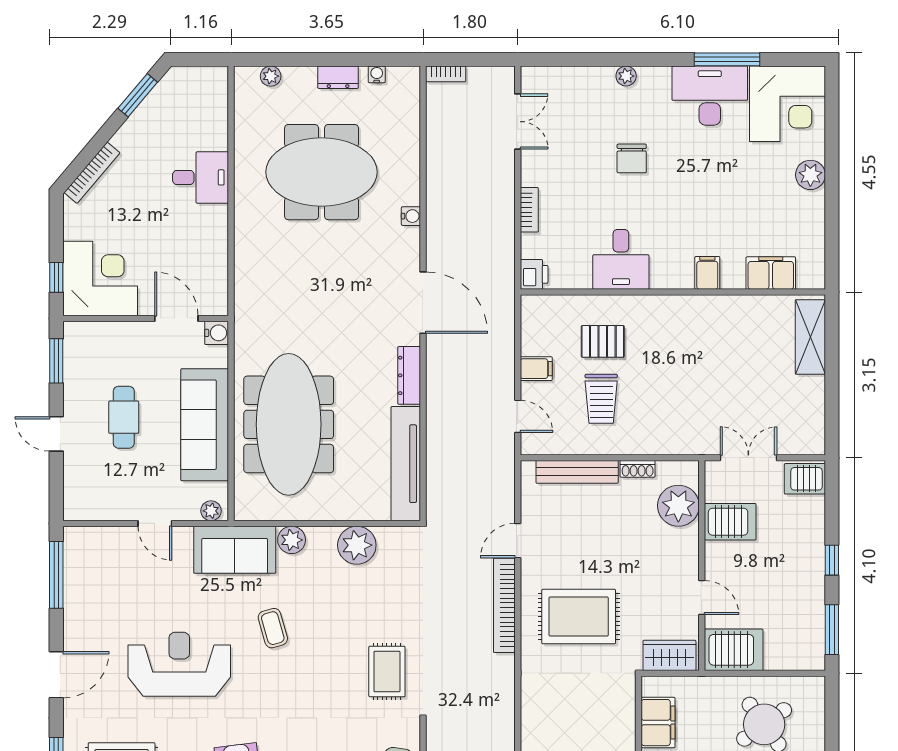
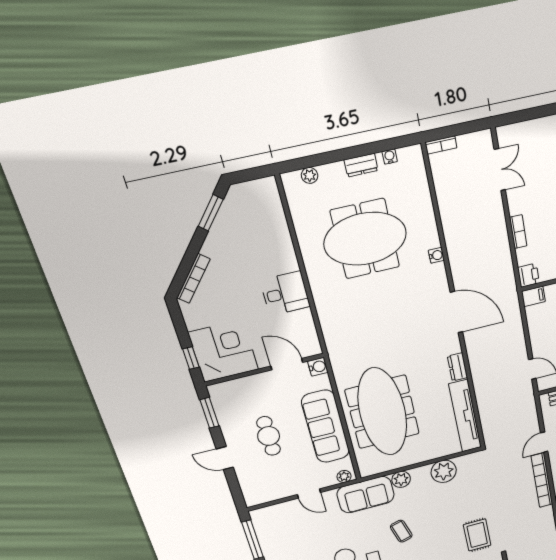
desk: (201, 177) -> (285, 293), moved
filing cabinet: (536, 369) -> (533, 296), moved
dresser: (409, 375) -> (457, 367), width x0.70

